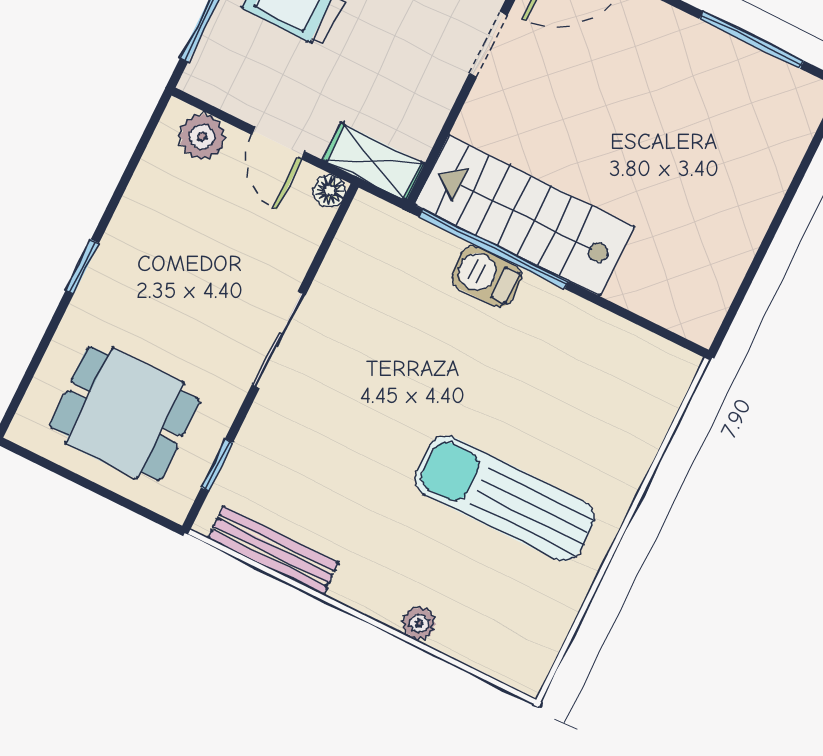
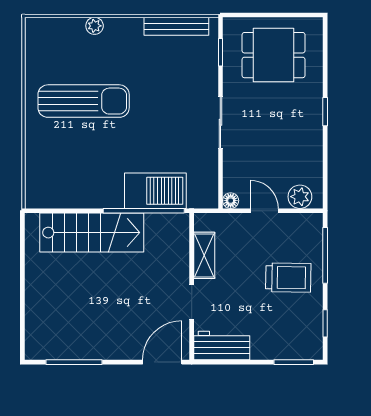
shelving: (374, 162) -> (204, 255), moved, turned 90
stairs: (524, 216) -> (92, 233), moved
barbecue: (487, 276) -> (155, 191), width x1.88, depth x1.53

